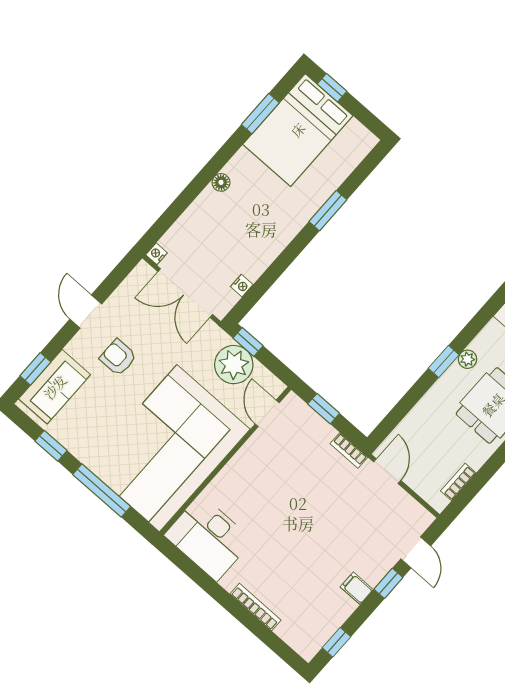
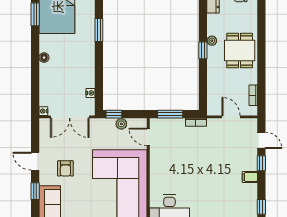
armchair: (118, 357) -> (65, 168), turned -90
plant: (234, 365) -> (121, 124), width x0.53, depth x0.53
window: (35, 369) -> (35, 191), moved
window: (324, 409) -> (170, 114), width x1.50
door: (387, 471) -> (231, 117), moved

